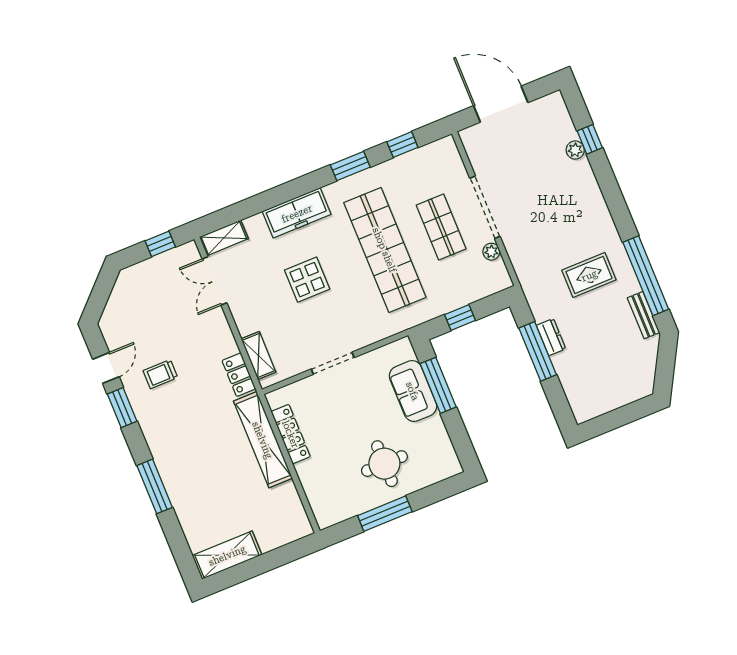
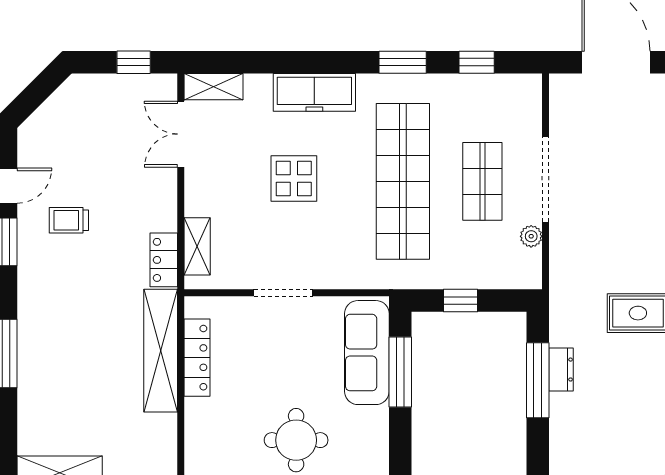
sofa: (413, 391) -> (367, 353), width x1.36

